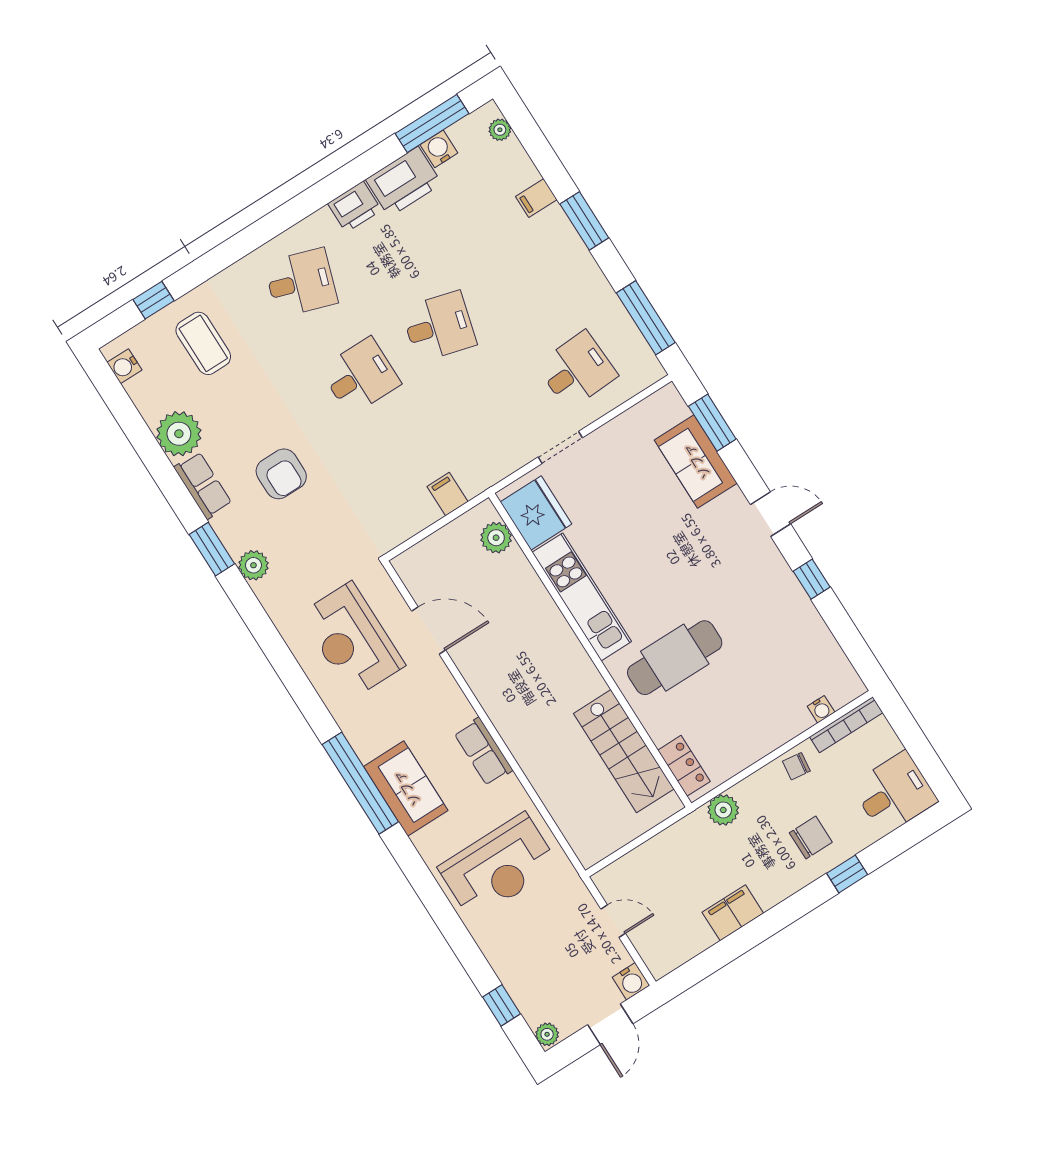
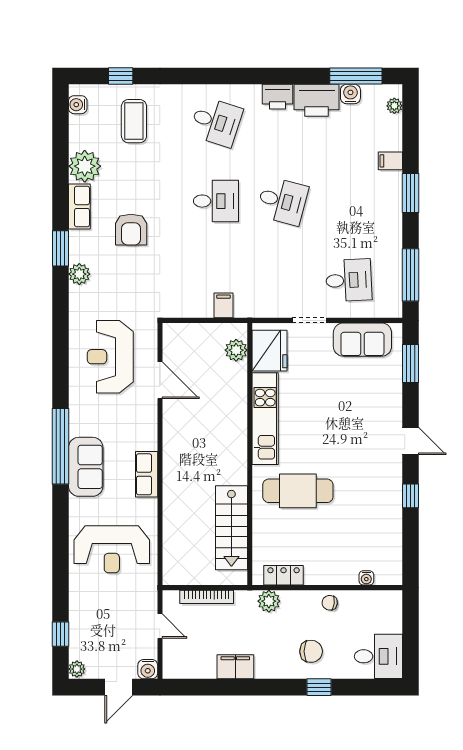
sofa: (696, 462) -> (362, 340), moved, turned -90
bookcase: (846, 725) -> (207, 597), moved
locker: (684, 766) -> (284, 575), moved, turned -90

